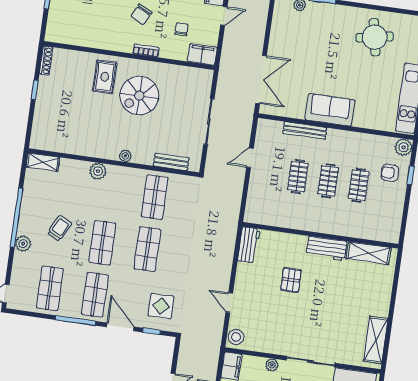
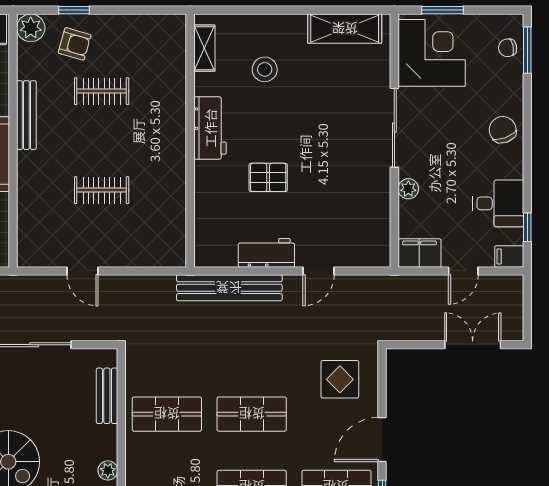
bench: (305, 130) -> (26, 115), moved
armchair: (390, 173) -> (75, 44), turned -74
clothes rail: (328, 181) -> (102, 141), removed
workbench: (249, 245) -> (266, 253), moved
bench: (227, 246) -> (229, 288), added
shelving: (368, 253) -> (204, 48), width x0.67, depth x0.75
window: (151, 331) -> (382, 389), removed
stool: (236, 337) -> (265, 69), moved

